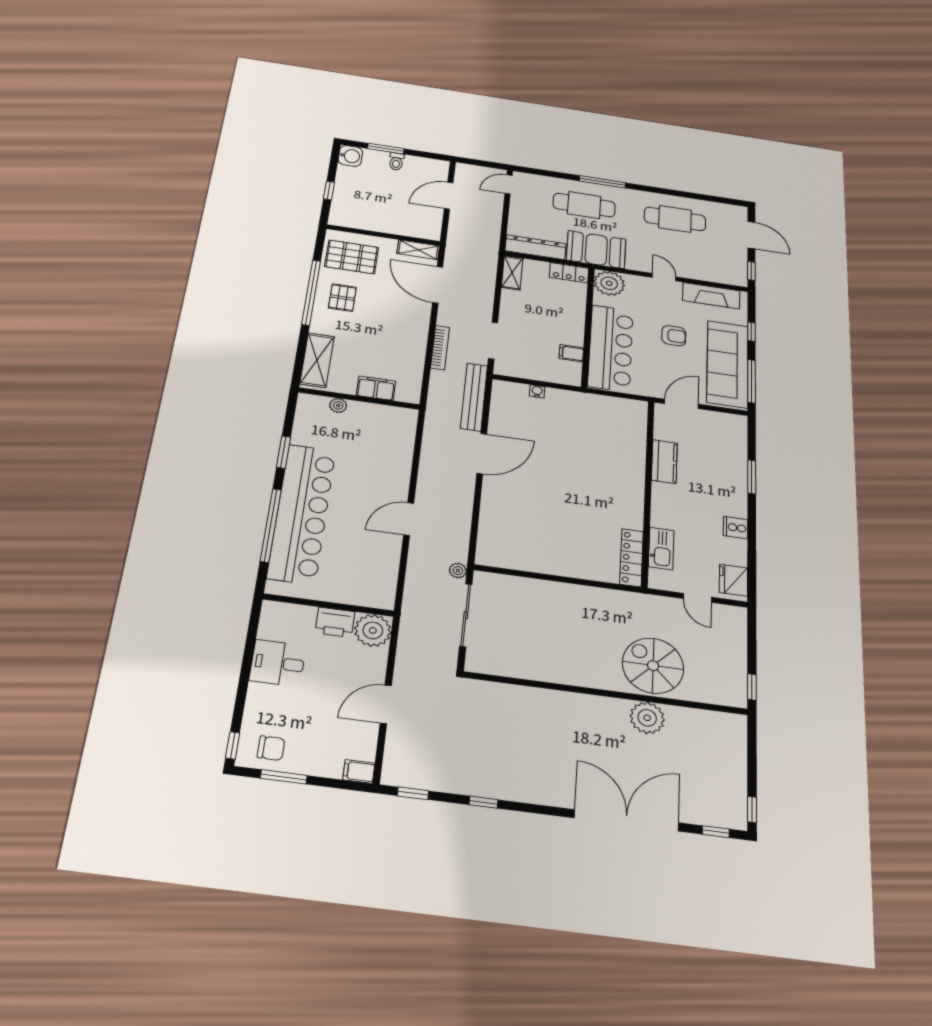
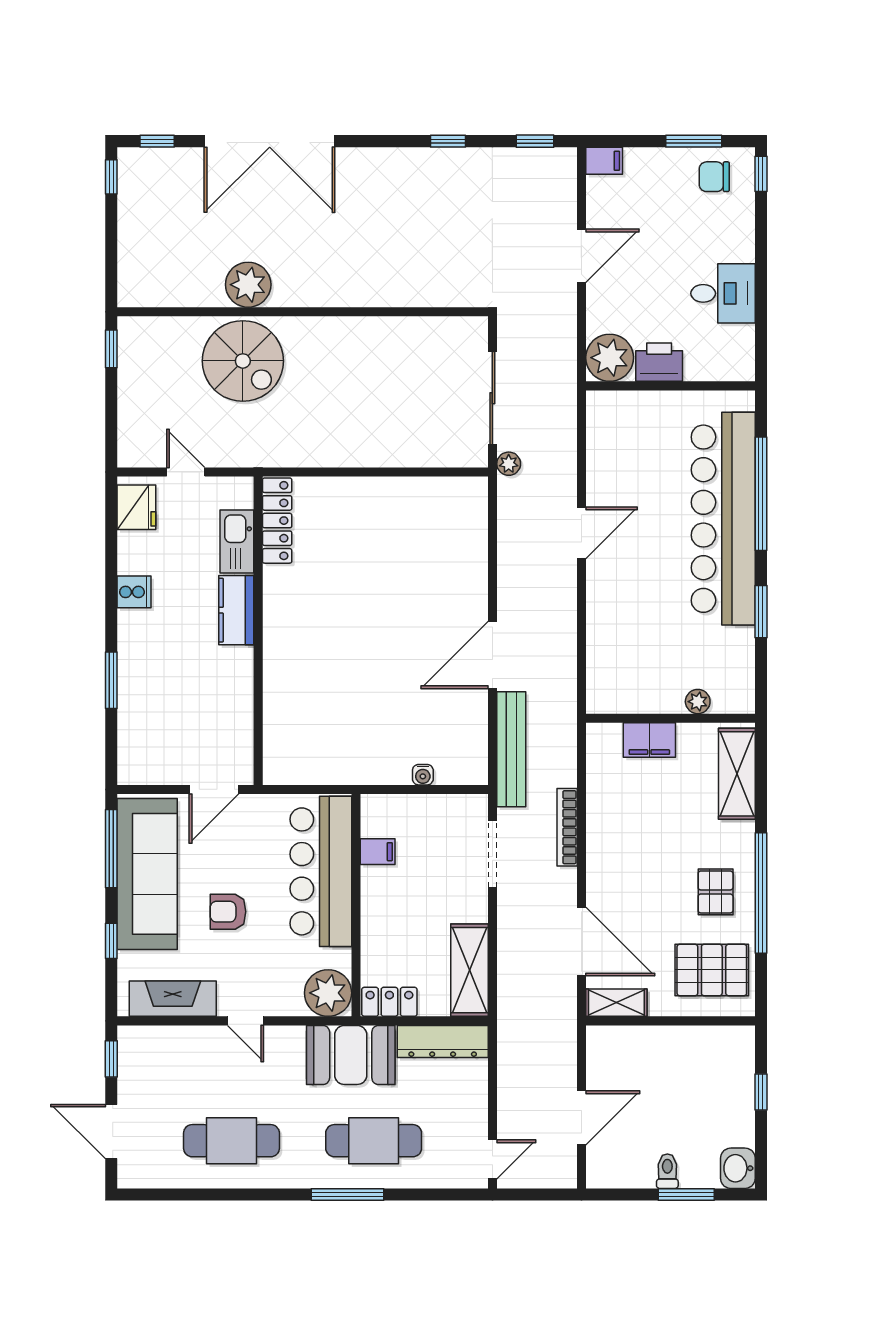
shelving: (512, 273) -> (469, 970), width x1.50, depth x1.33
kitchen counter: (664, 462) -> (236, 610), moved

